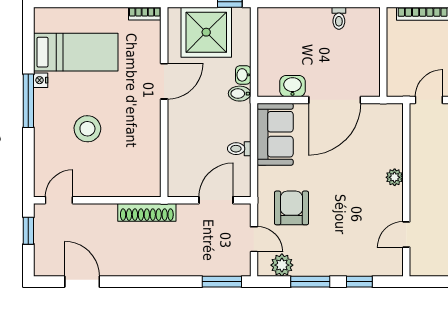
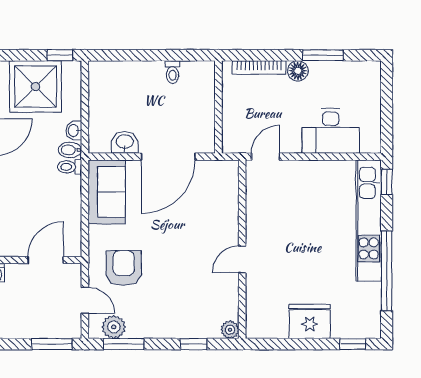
toilet: (239, 149) -> (70, 167), moved
plant: (395, 177) -> (230, 330), moved
door: (406, 234) -> (242, 259), moved
window: (310, 282) -> (124, 344), moved

